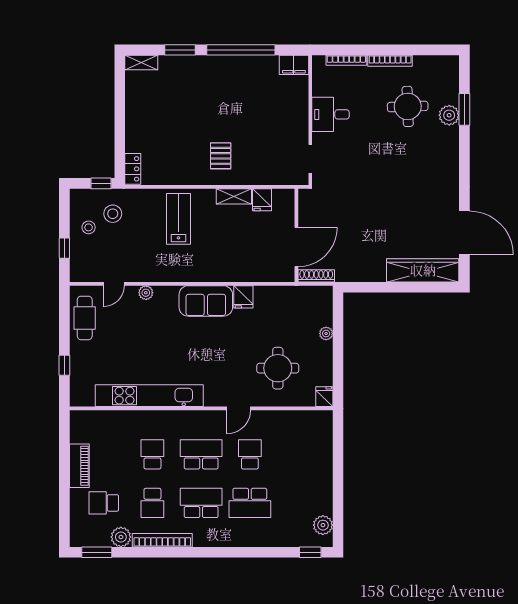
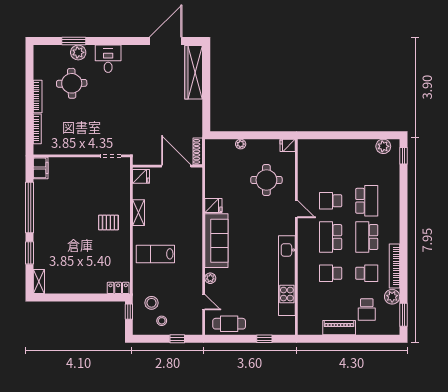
desk: (331, 114) -> (108, 59), moved, turned 180
fridge: (262, 200) -> (141, 176), moved
sofa: (206, 301) -> (216, 241), width x1.36

